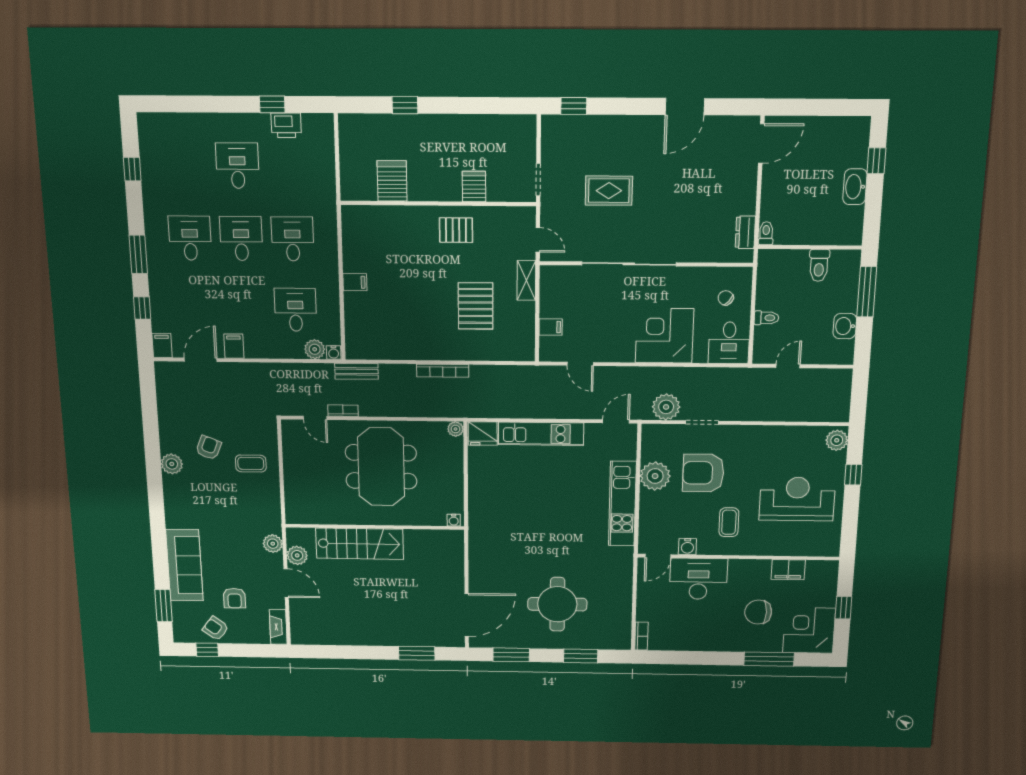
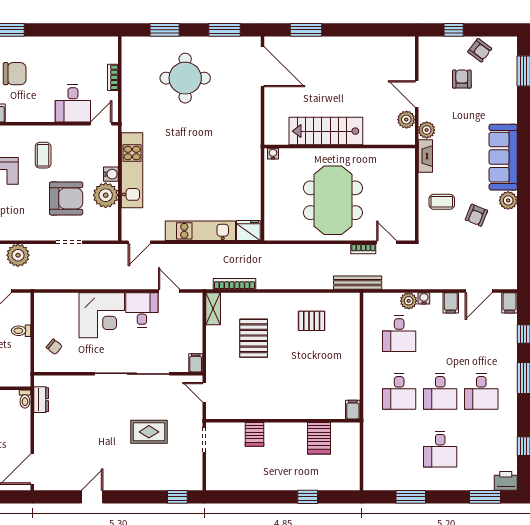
window: (177, 104) -> (485, 497), added
window: (272, 104) -> (411, 497), width x1.50
door: (685, 107) -> (92, 497), width x0.73
printer: (286, 125) -> (506, 481), moved
pallet: (456, 230) -> (312, 321), moved
shelving: (526, 281) -> (213, 309), moved
filing cabinet: (355, 282) -> (353, 410), moved, turned 90
filing cabinet: (551, 327) -> (196, 363), moved, turned 90
desk: (729, 343) -> (142, 310), moved
plant: (315, 349) -> (409, 301), moved
water cooler: (334, 352) -> (424, 298), moved
bench: (356, 371) -> (358, 283), width x1.36
bookcase: (443, 371) -> (234, 284), moved
plant: (666, 407) -> (18, 255), moved
plant: (456, 429) -> (271, 234), removed
stairs: (360, 544) -> (326, 131), moved
water cooler: (687, 547) -> (111, 174), moved, turned 90
sofa: (184, 565) -> (503, 157), moved
desk: (698, 579) -> (73, 103), width x0.73
door: (467, 615) -> (263, 67), swing flipped
fireplace: (278, 627) -> (425, 156), moved
bookcase: (641, 636) -> (113, 77), moved
window: (207, 650) -> (454, 30), moved

